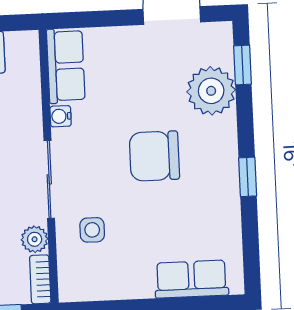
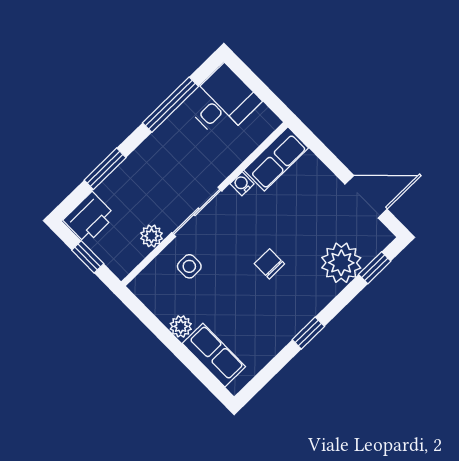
chair: (154, 156) -> (269, 264), width x0.54, depth x0.54
bookcase: (40, 279) -> (130, 262), removed
plant: (139, 286) -> (181, 326), added

